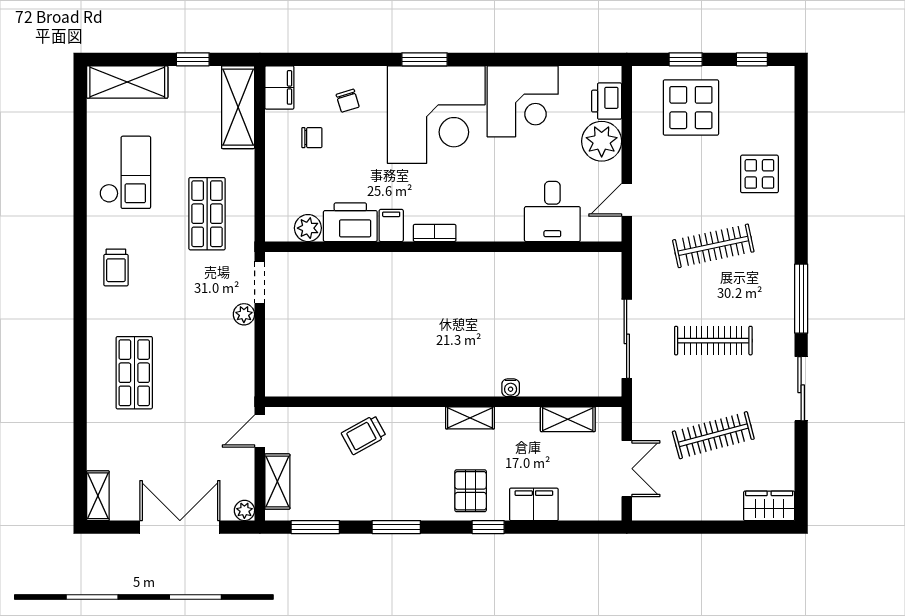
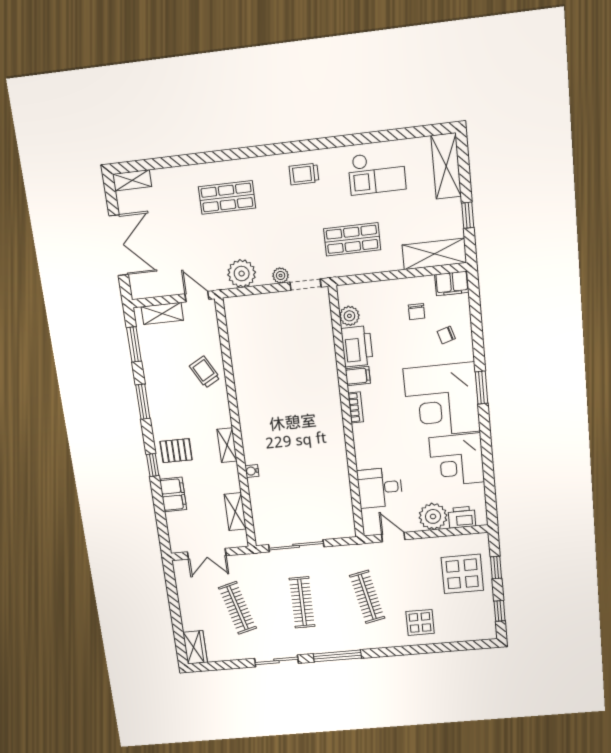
plant: (244, 510) -> (242, 274), moved, width x1.88, depth x1.88

